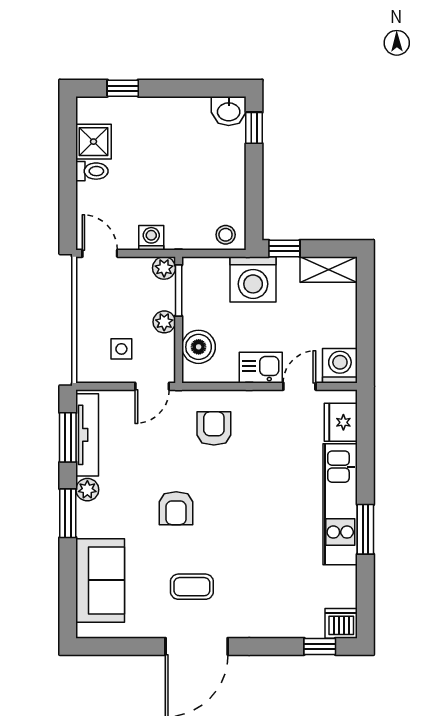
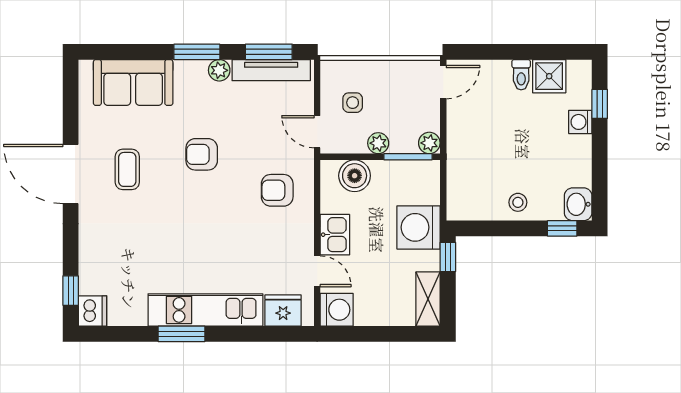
stool: (226, 235) -> (518, 202), moved
washing machine: (151, 238) -> (580, 122), moved, turned 180
armchair: (214, 428) -> (277, 190), turned 180

